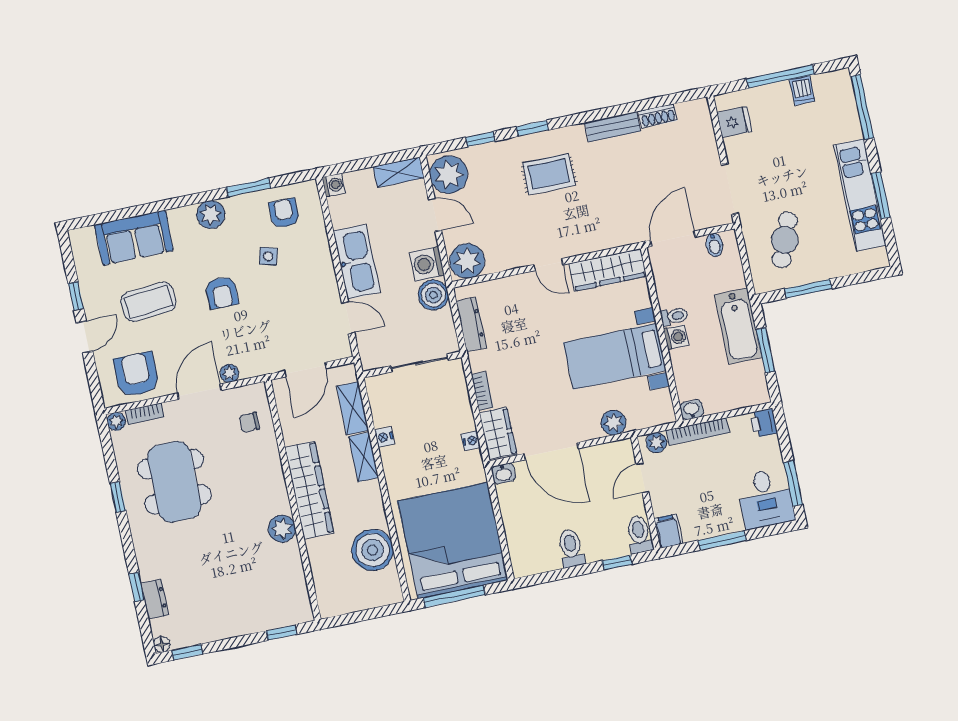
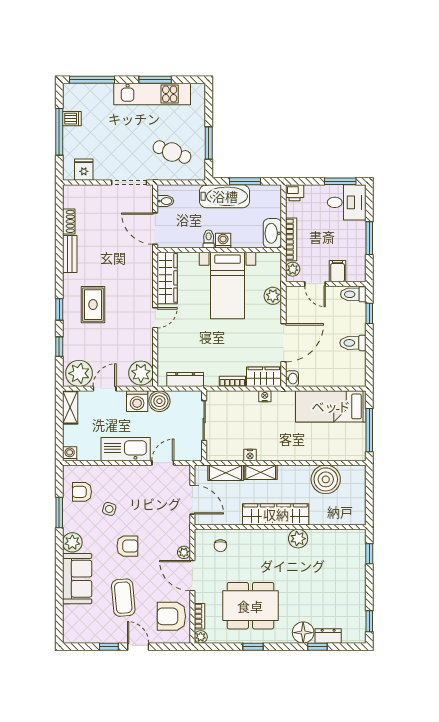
sofa: (134, 238) -> (77, 579), moved
washbasin: (692, 410) -> (272, 233), width x1.91, depth x1.45
filing cabinet: (668, 531) -> (338, 271), moved, turned 90
bed: (453, 541) -> (331, 406), width x0.49
floor lamp: (162, 644) -> (303, 633), moved, width x1.89, depth x1.89

